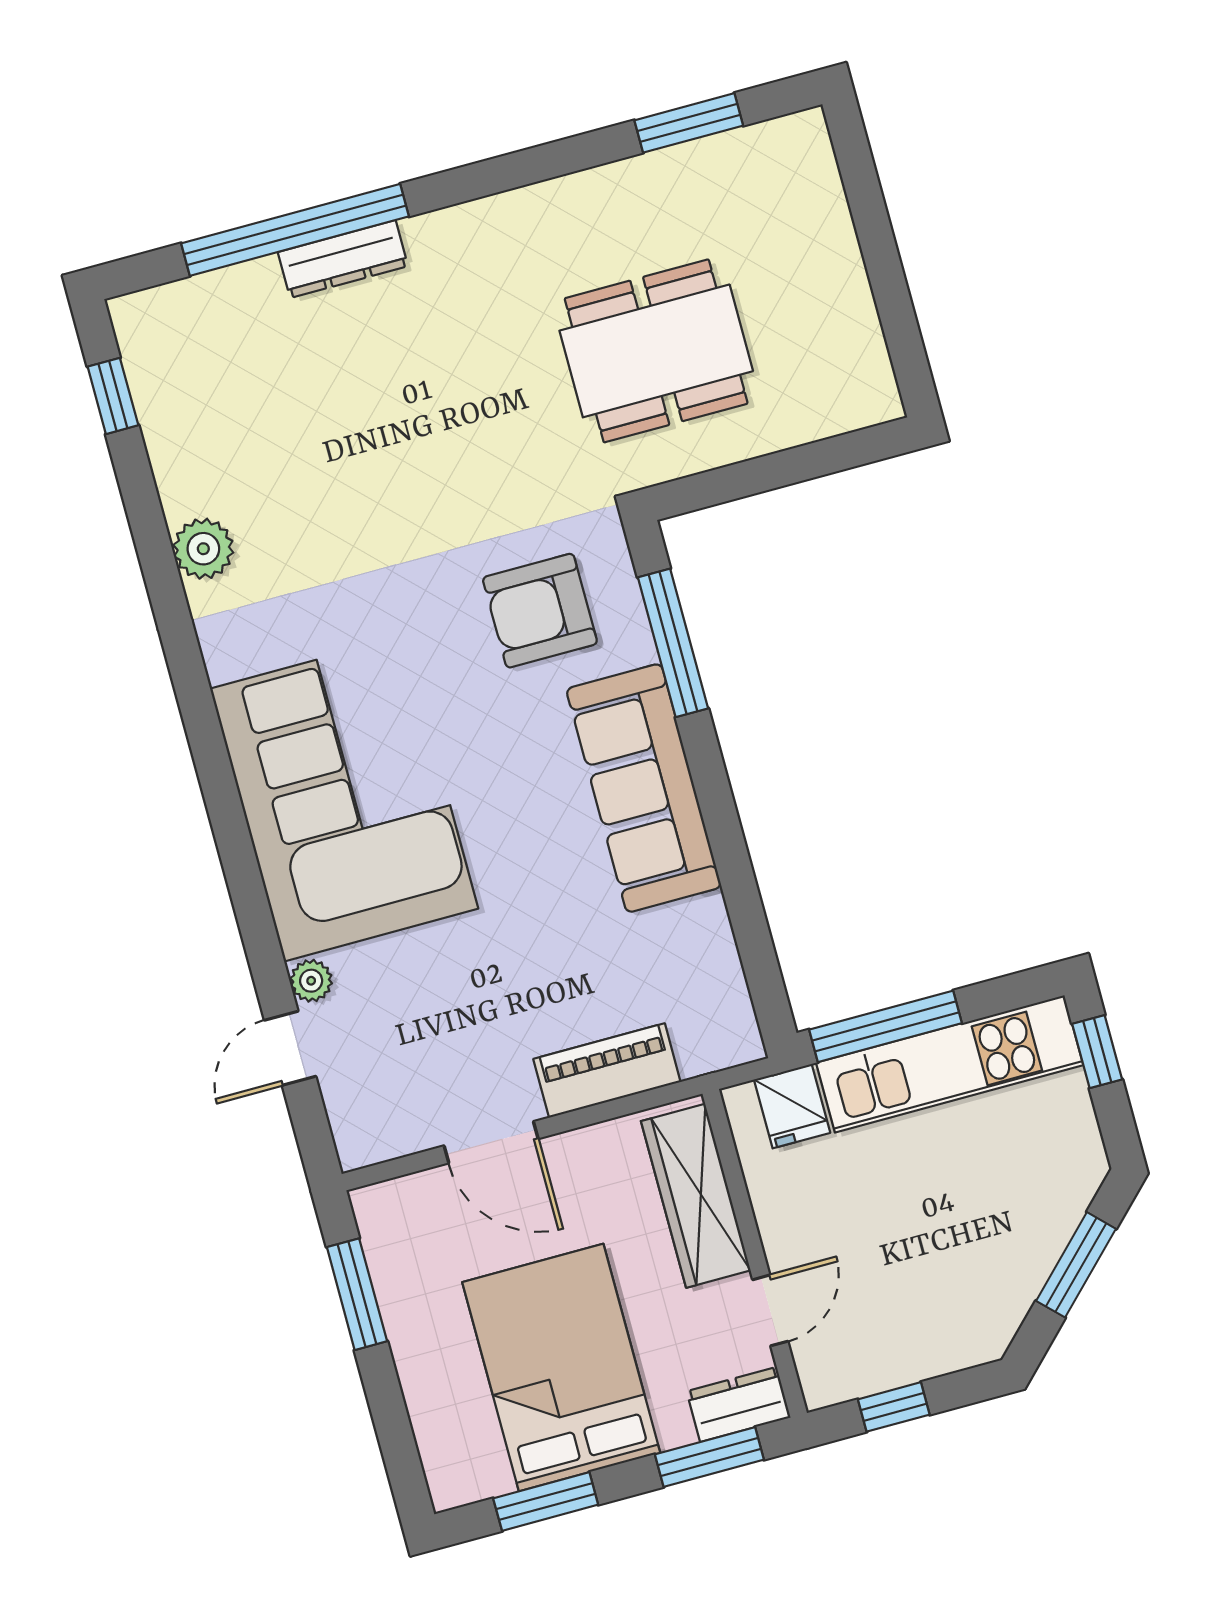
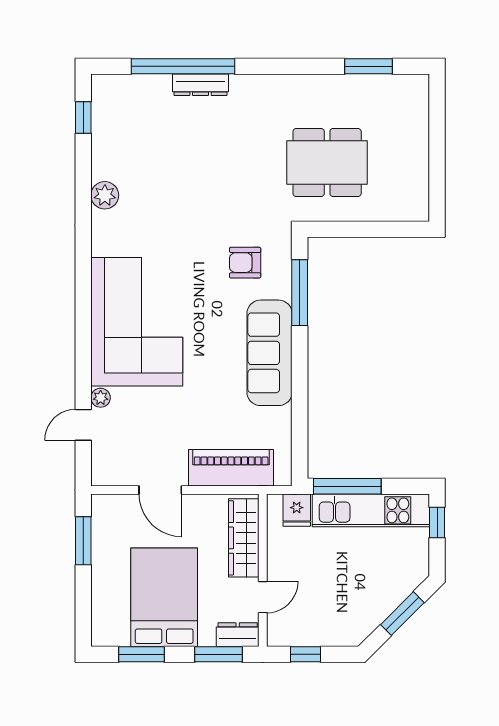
armchair: (540, 611) -> (245, 263), width x0.72, depth x0.72
piano: (607, 1070) -> (231, 468), width x1.37, depth x1.33

